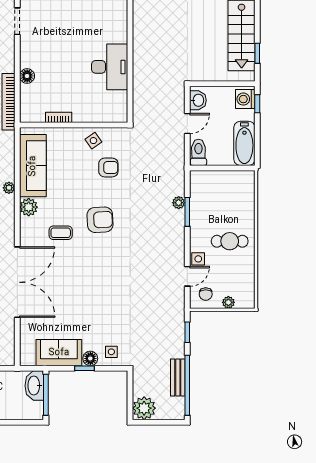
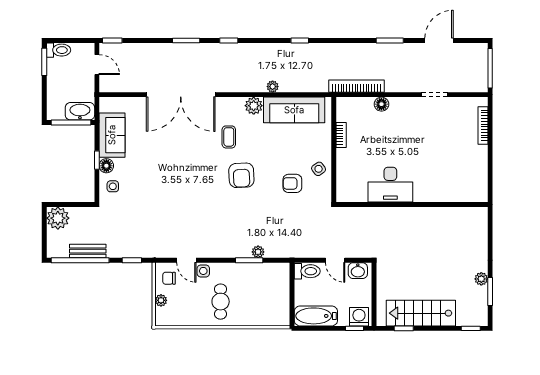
armchair: (108, 167) -> (292, 183), turned 90

